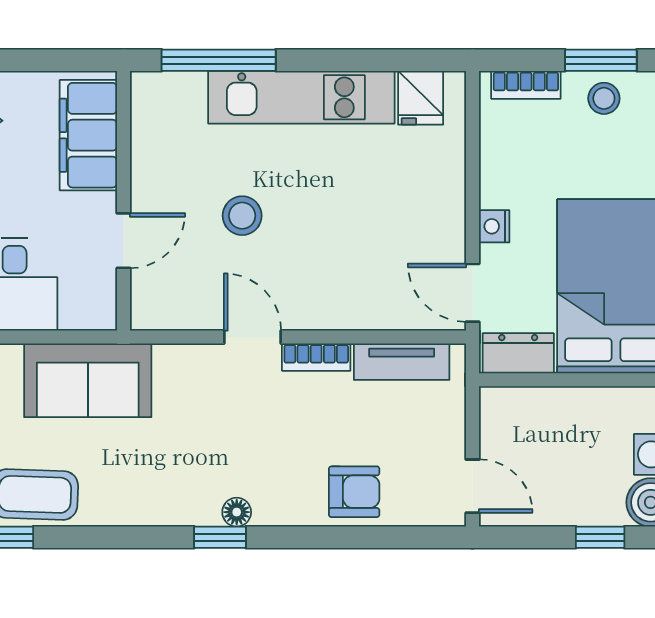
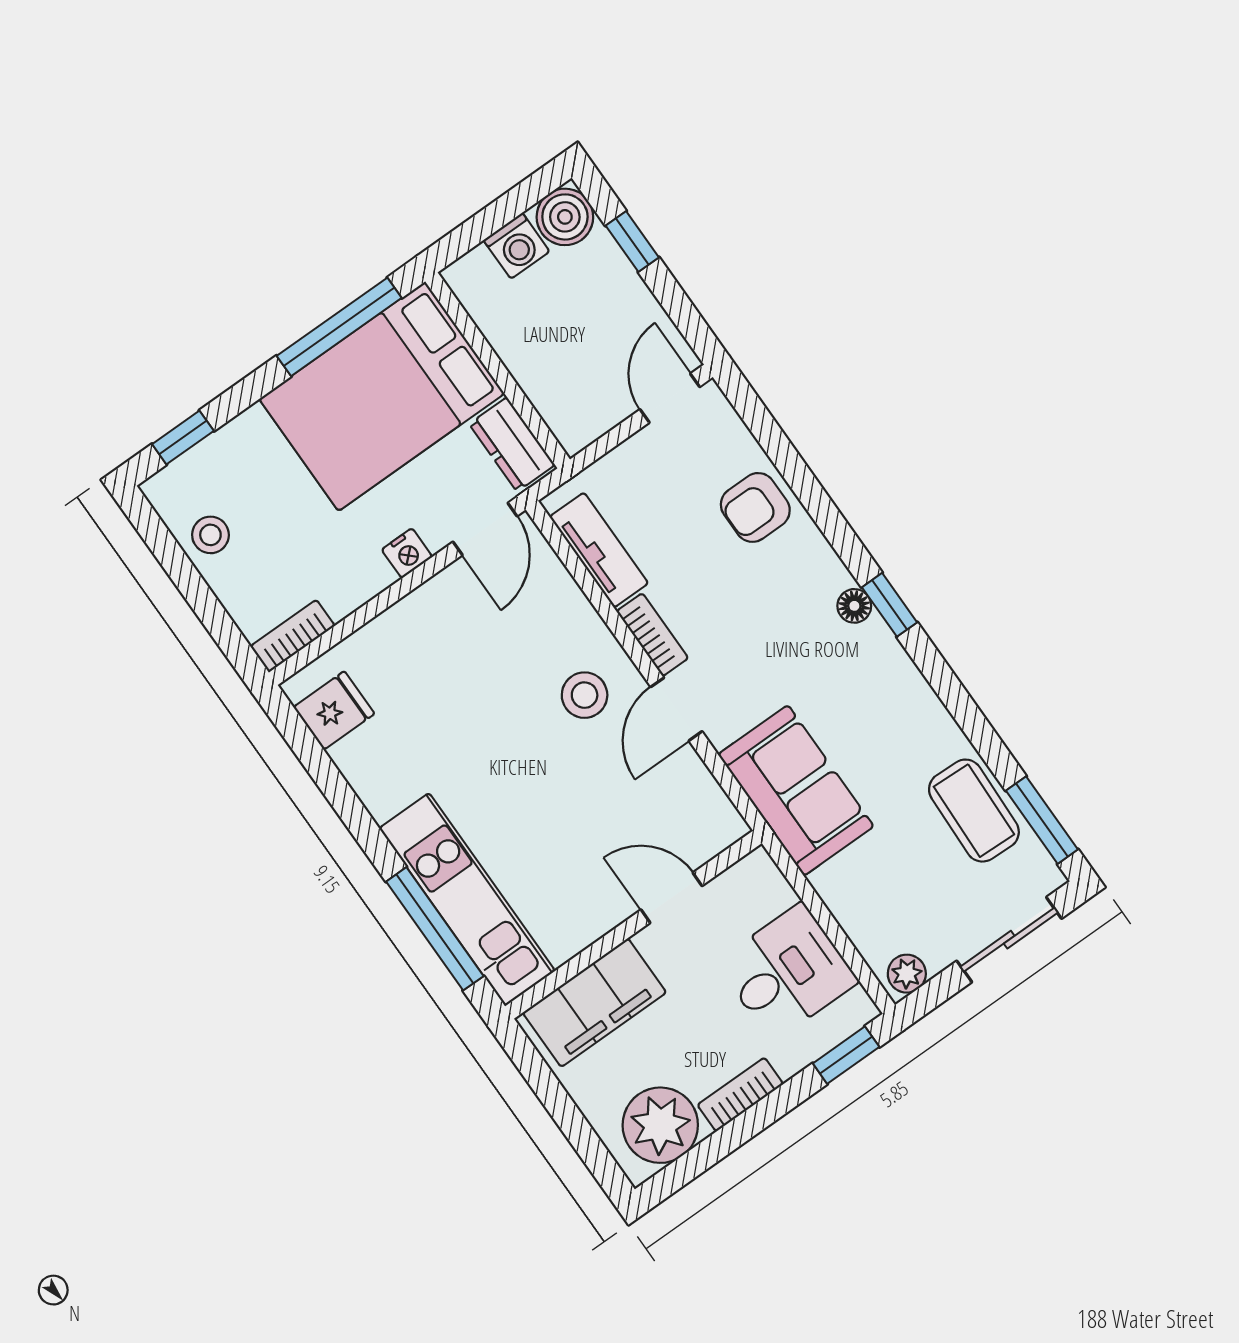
window: (601, 60) -> (176, 563), removed
bookcase: (526, 85) -> (293, 636), moved, turned -90
kitchen unit: (301, 97) -> (467, 900), moved
stool: (242, 216) -> (585, 695), moved
sofa: (88, 380) -> (796, 790), moved
armchair: (354, 492) -> (755, 507), turned -90

